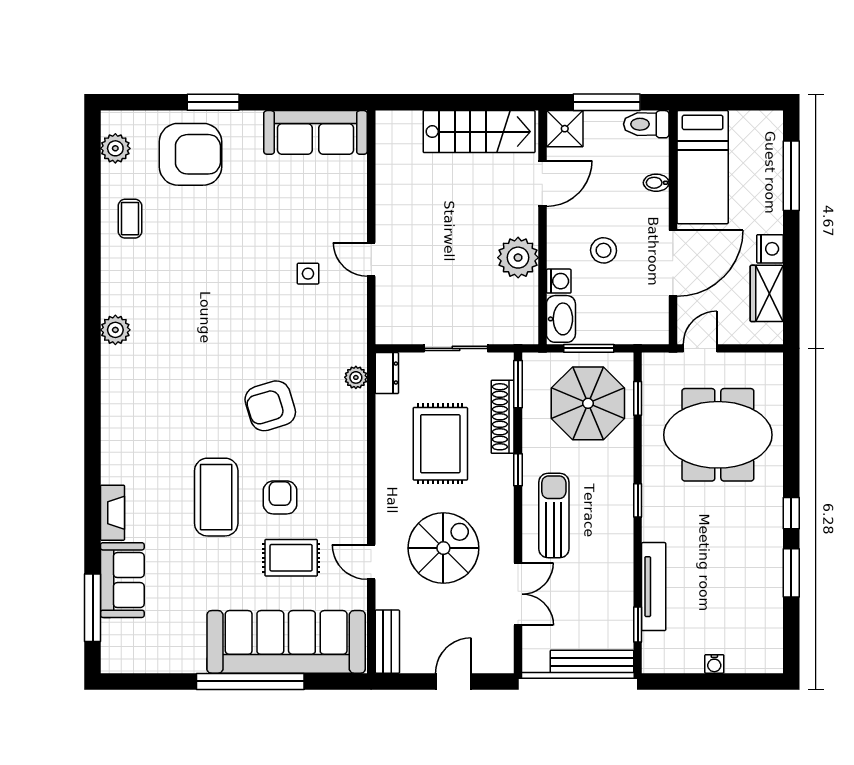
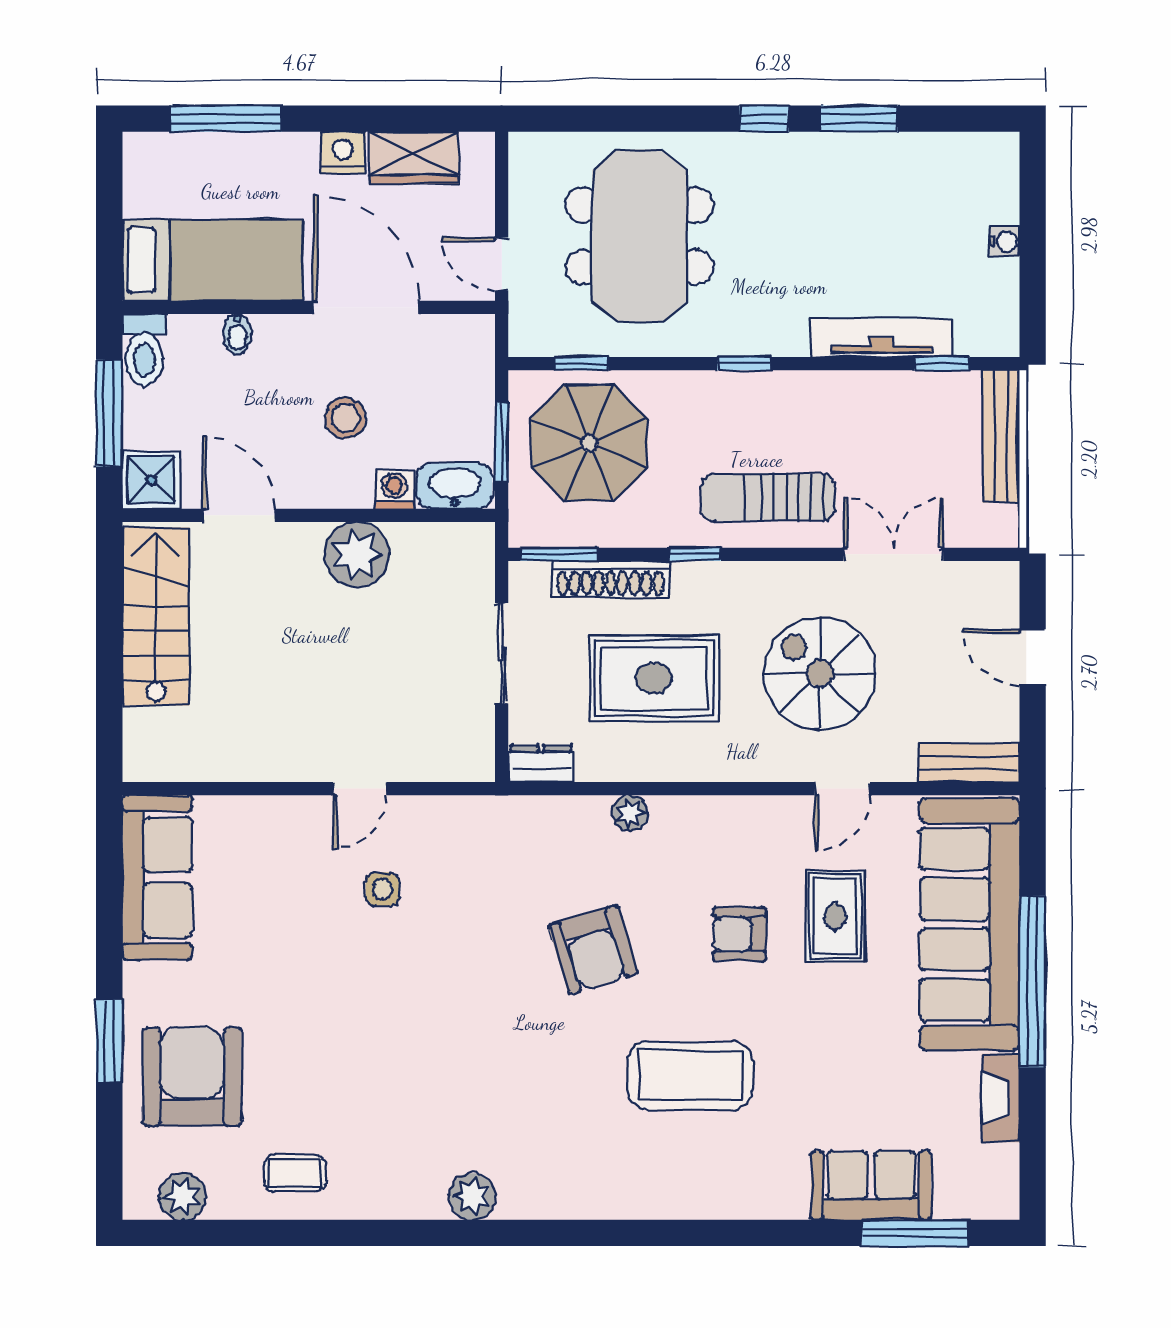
plant: (356, 377) -> (630, 813), moved
coffee table: (216, 497) -> (690, 1075), moved
fireplace: (112, 513) -> (1001, 1098), moved, turned -90

